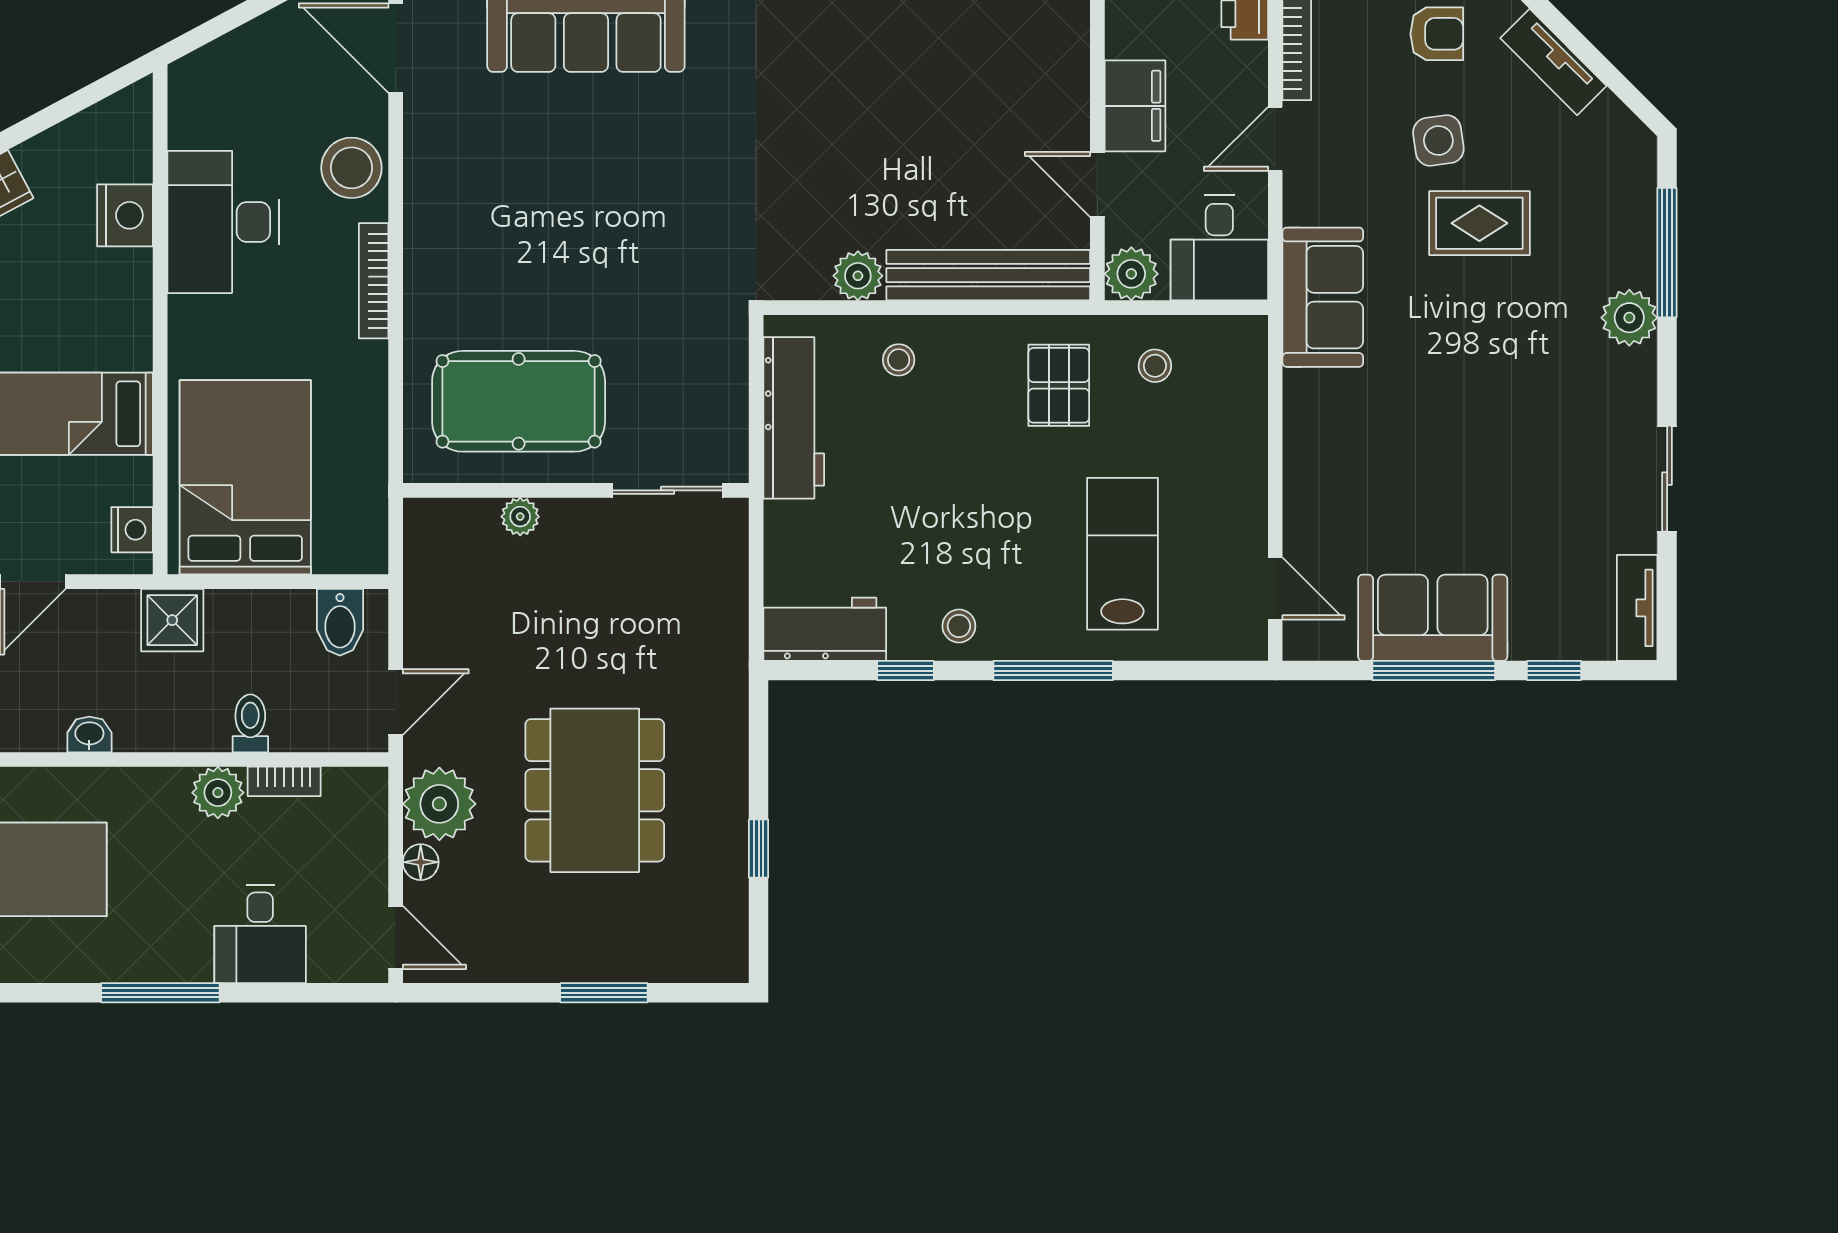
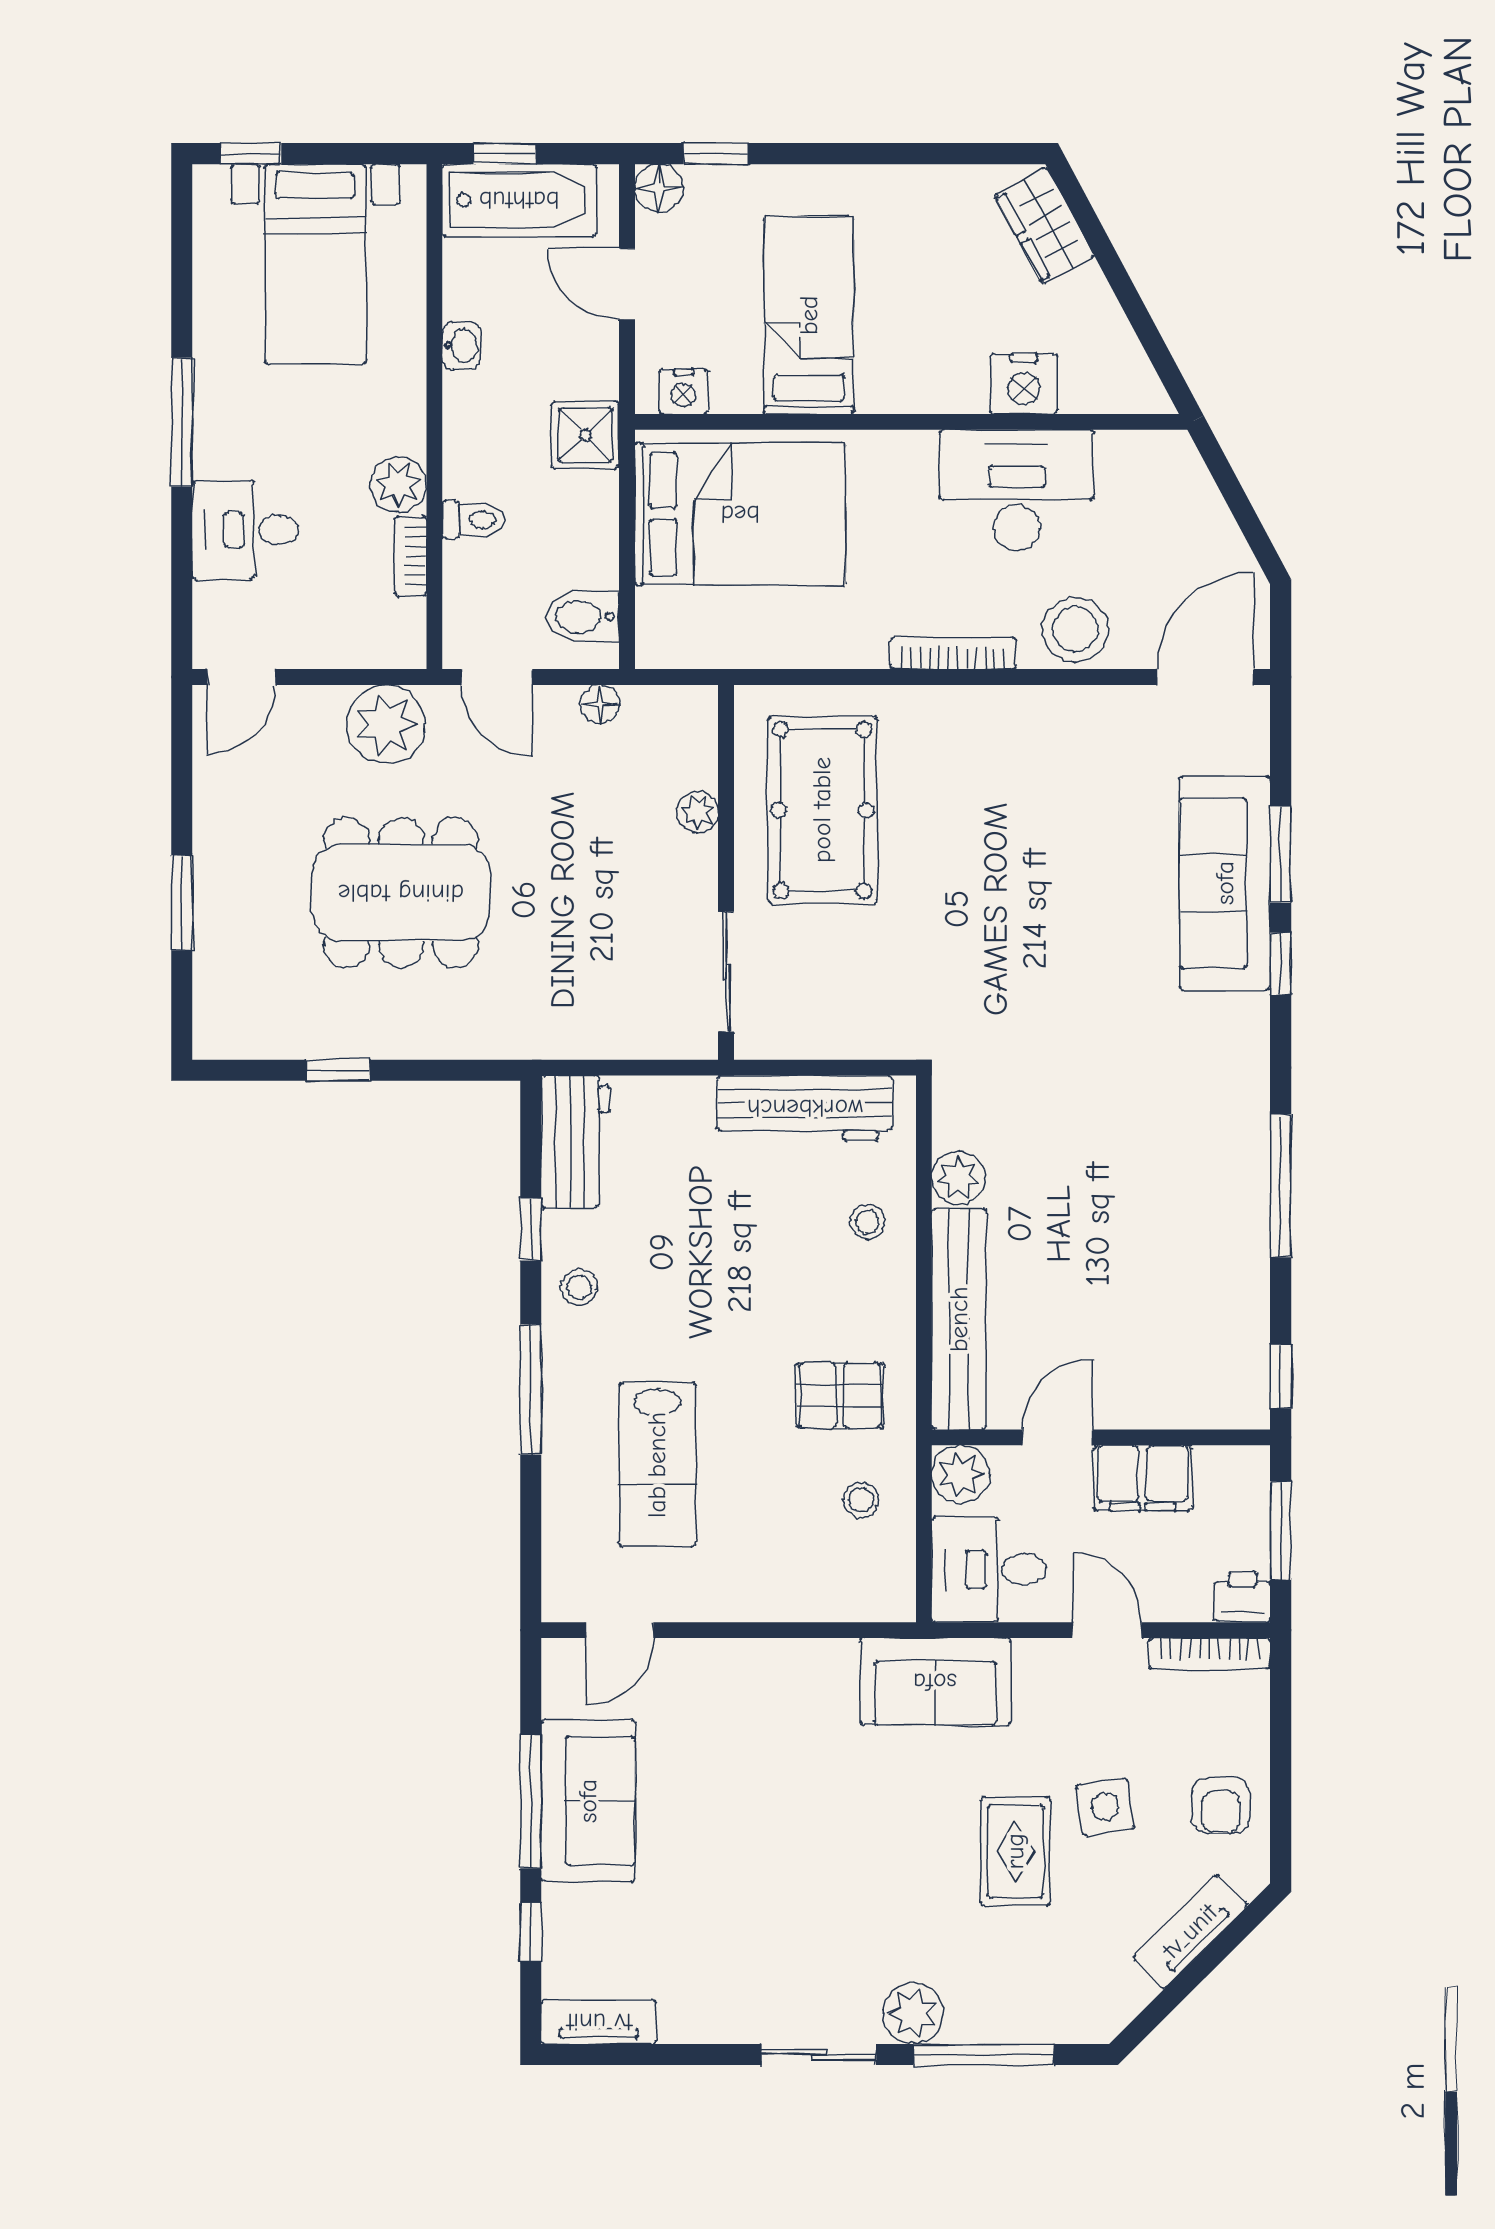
sliding door: (1667, 479) -> (819, 2055), moved
lab bench: (1122, 554) -> (657, 1465), turned 90
floor lamp: (421, 862) -> (600, 704), moved

